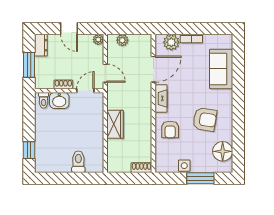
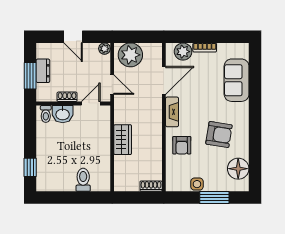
plant: (122, 40) -> (130, 55), width x1.87, depth x1.87
dresser: (41, 45) -> (43, 71), moved

